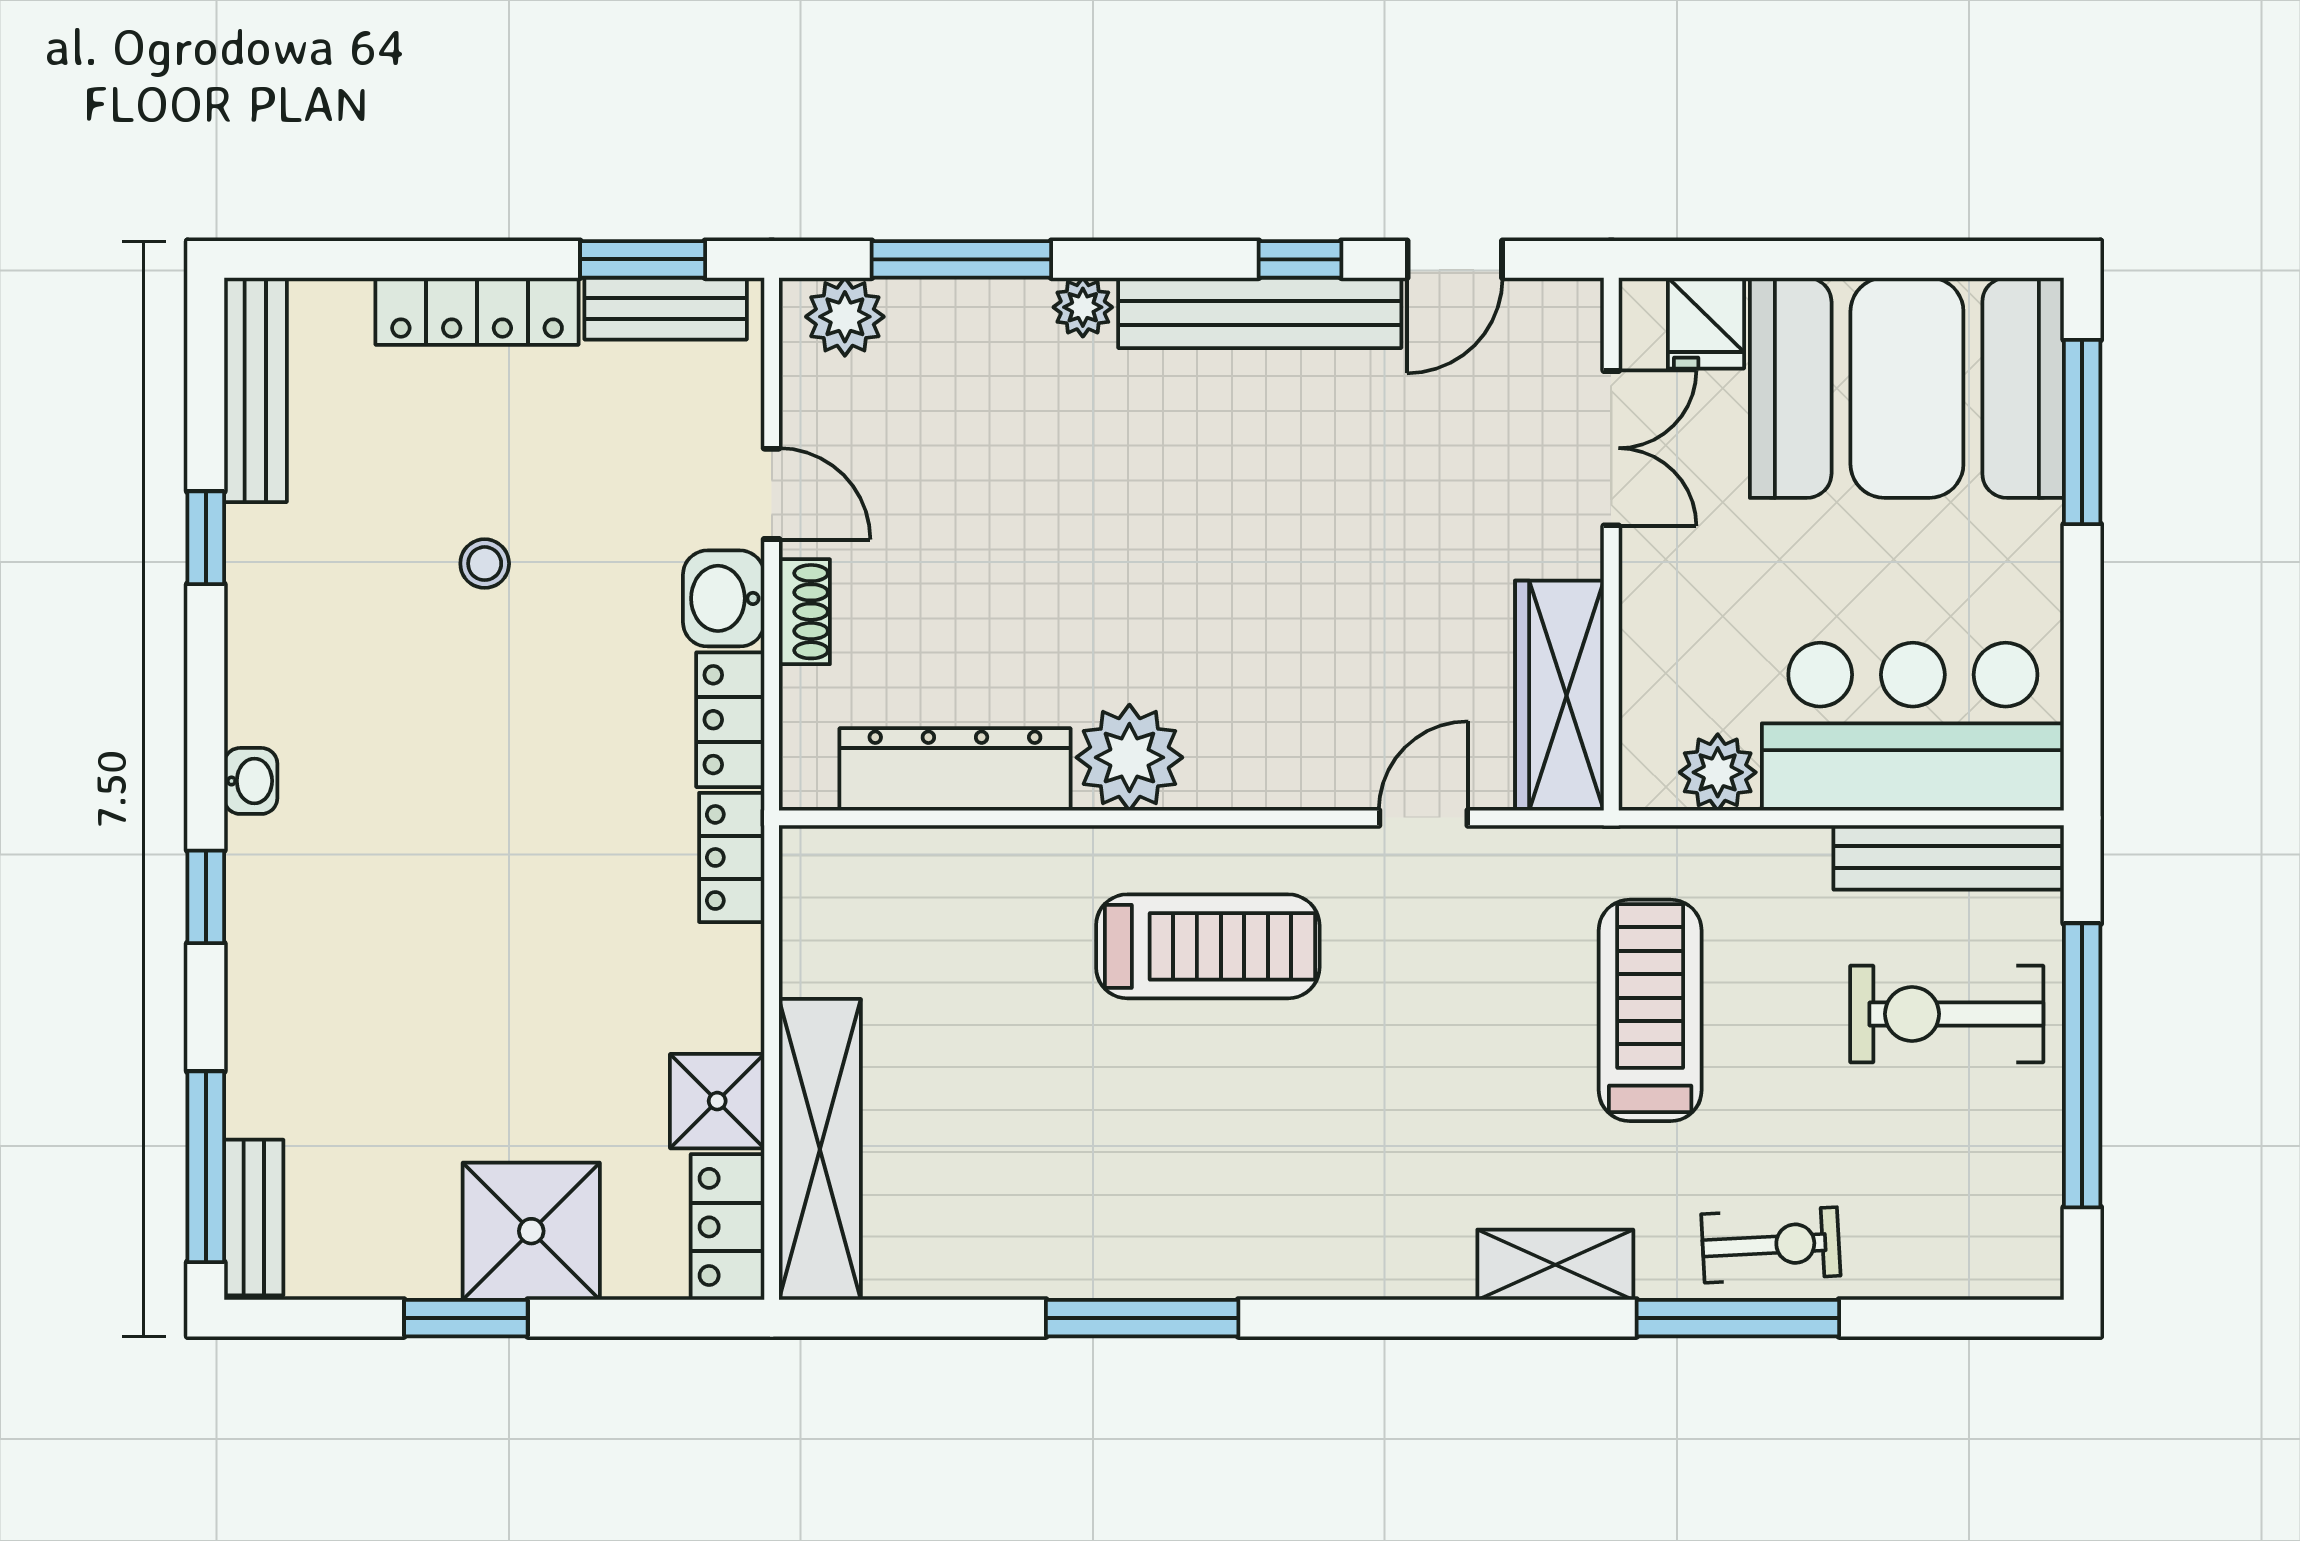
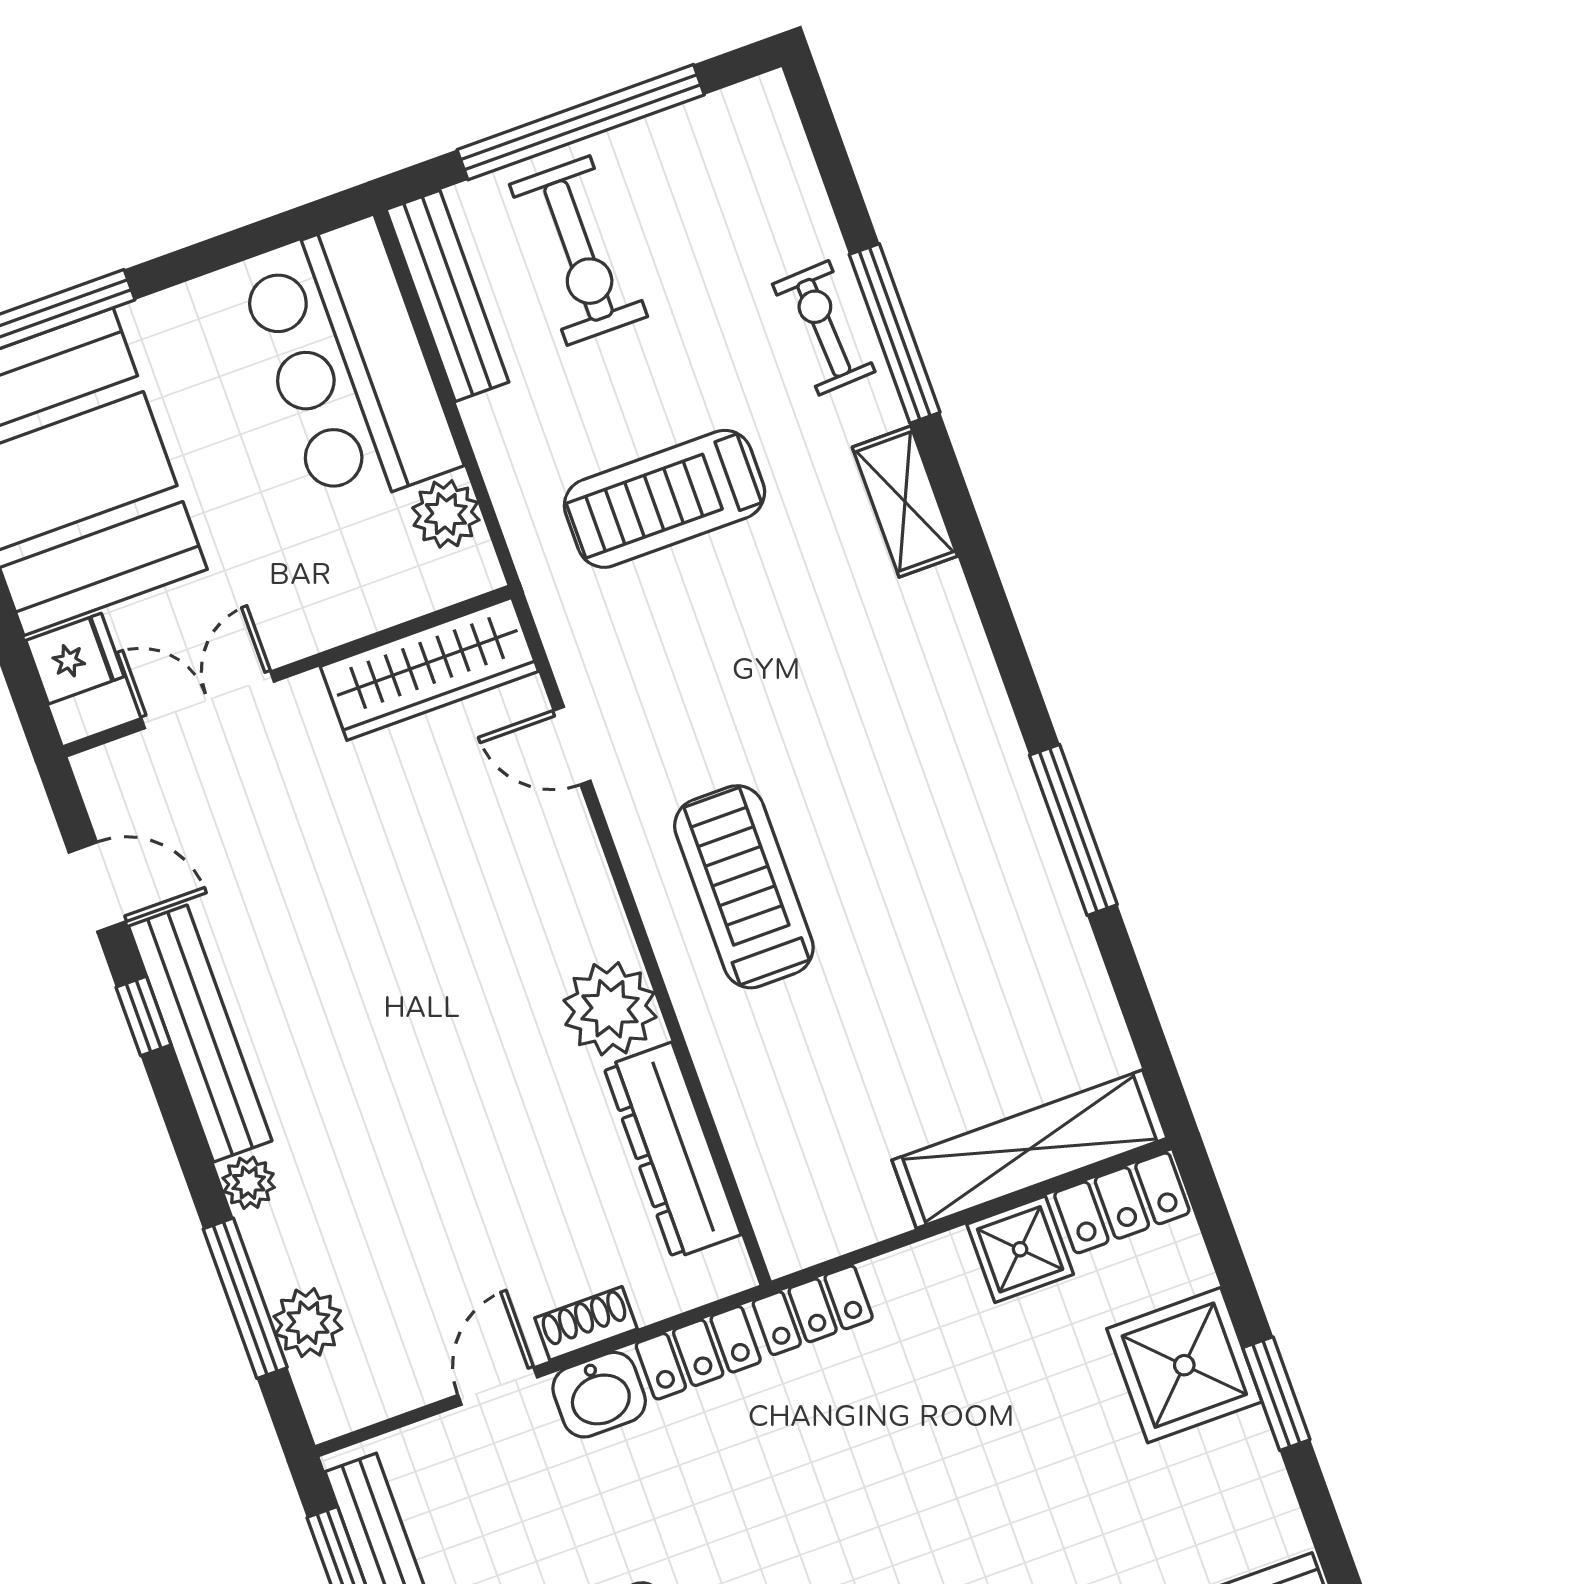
plant: (845, 317) -> (308, 1323), moved

